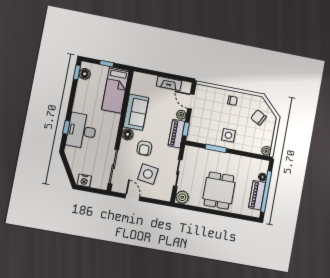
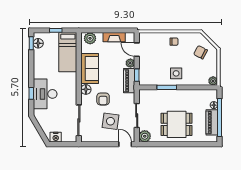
plant: (143, 80) -> (90, 38), added
dining table: (219, 191) -> (177, 124), turned 90
door: (132, 197) -> (125, 144), moved

